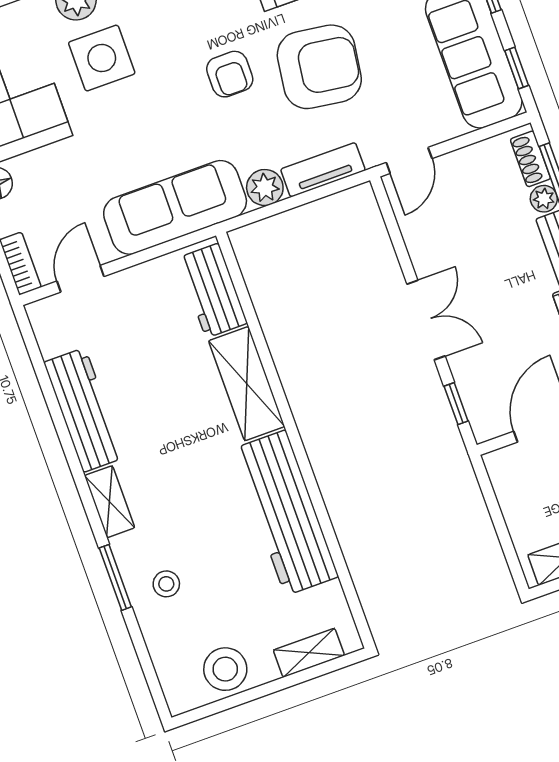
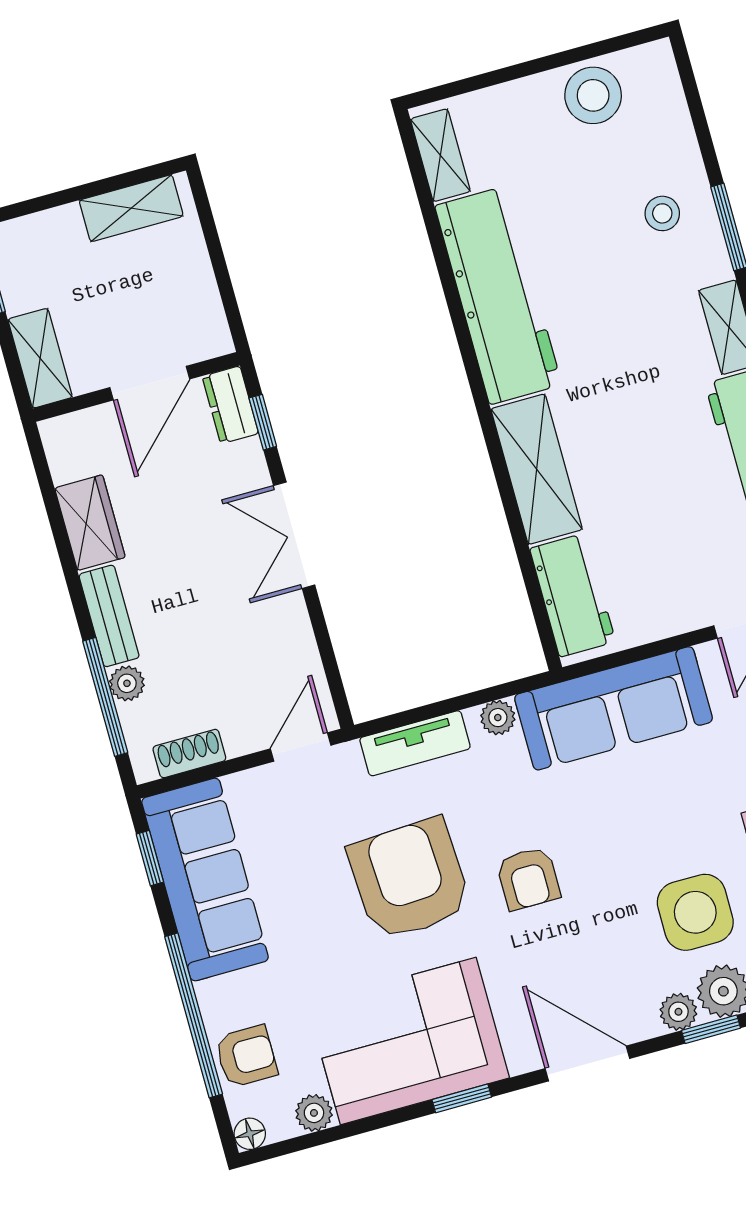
armchair: (319, 67) -> (410, 879), turned 79
armchair: (230, 74) -> (528, 878), turned 180
shoe rack: (530, 159) -> (189, 754), moved, turned -90
plant: (265, 188) -> (498, 718), width x0.73, depth x0.73
dresser: (482, 415) -> (230, 405), added
shelving: (309, 653) -> (440, 155), moved, turned 90

